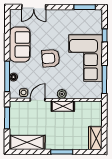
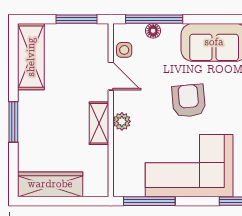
wardrobe: (95, 138) -> (50, 184), width x1.50

